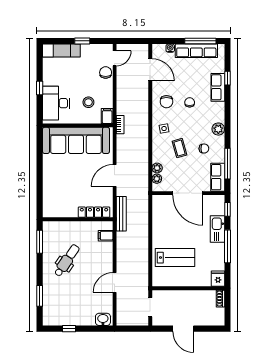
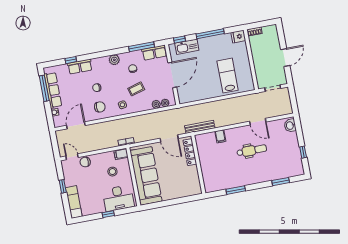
locker: (94, 212) -> (190, 152), moved
wall: (78, 219) -> (198, 164), moved
kitchen sink: (217, 229) -> (187, 47), moved
dental chair: (67, 260) -> (252, 150), moved, turned 146

